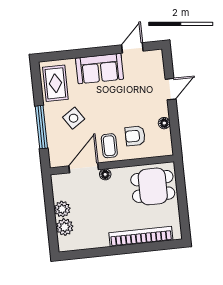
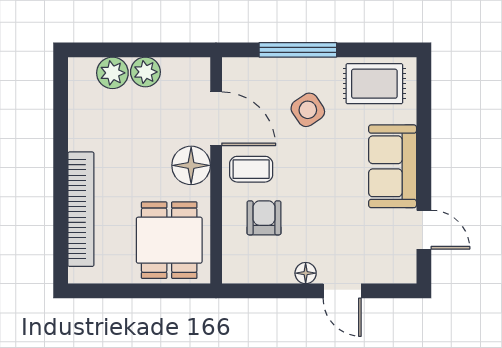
floor lamp: (164, 123) -> (306, 273), moved
floor lamp: (105, 174) -> (191, 165), width x1.89, depth x1.89

